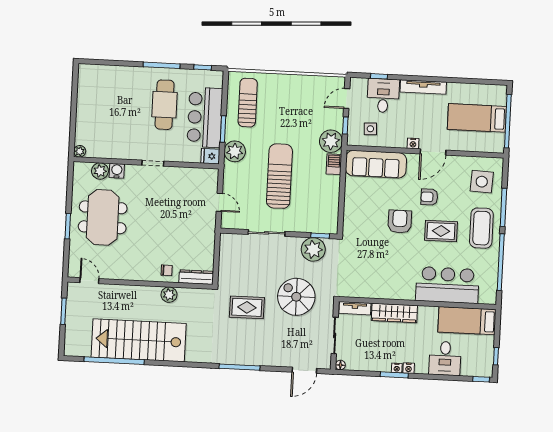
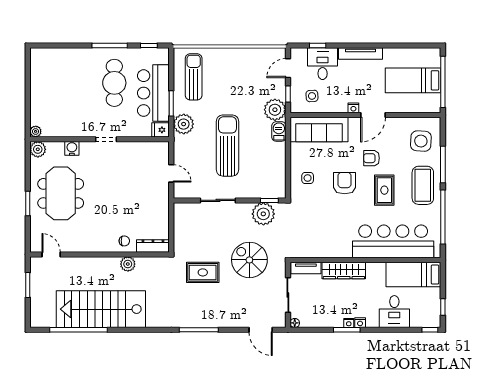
plant: (100, 171) -> (38, 149), moved
side table: (361, 214) -> (308, 178), added
rug: (441, 231) -> (384, 190), turned 90
bar counter: (447, 285) -> (393, 241), width x1.36
door: (304, 370) -> (261, 330), hinge flipped

